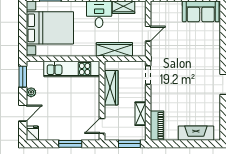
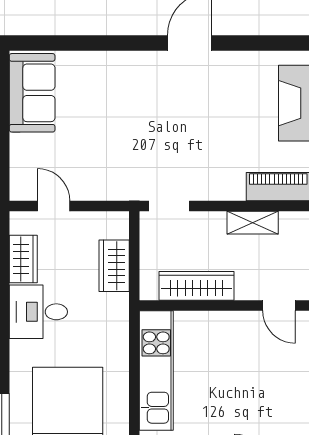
door: (148, 34) -> (54, 206), moved
wardrobe: (114, 49) -> (114, 266), width x0.67

